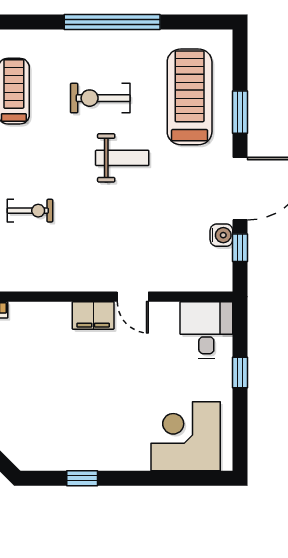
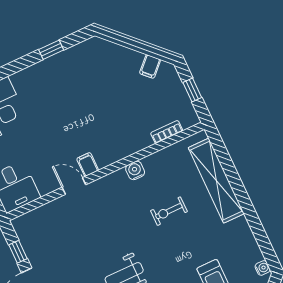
water cooler: (221, 235) -> (135, 170), moved, turned 90
filing cabinet: (93, 315) -> (88, 164), width x0.50

